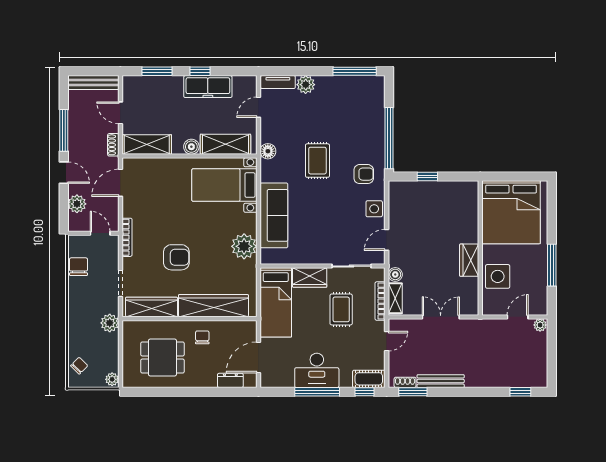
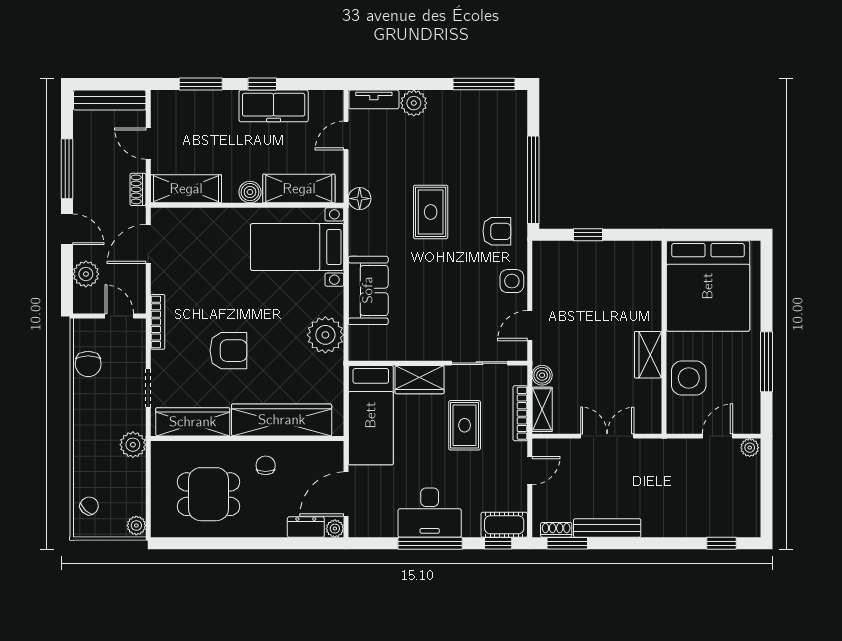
sofa: (274, 215) -> (368, 290), width x0.73
chair: (78, 267) -> (88, 364), turned 180
plant: (251, 381) -> (335, 529), added

